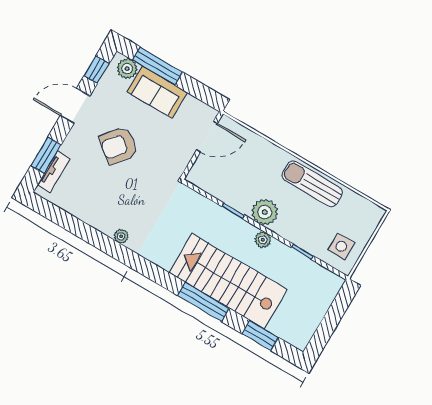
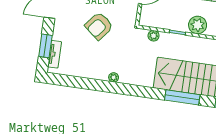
armchair: (119, 146) -> (99, 26), moved
plant: (263, 240) -> (154, 36), moved

